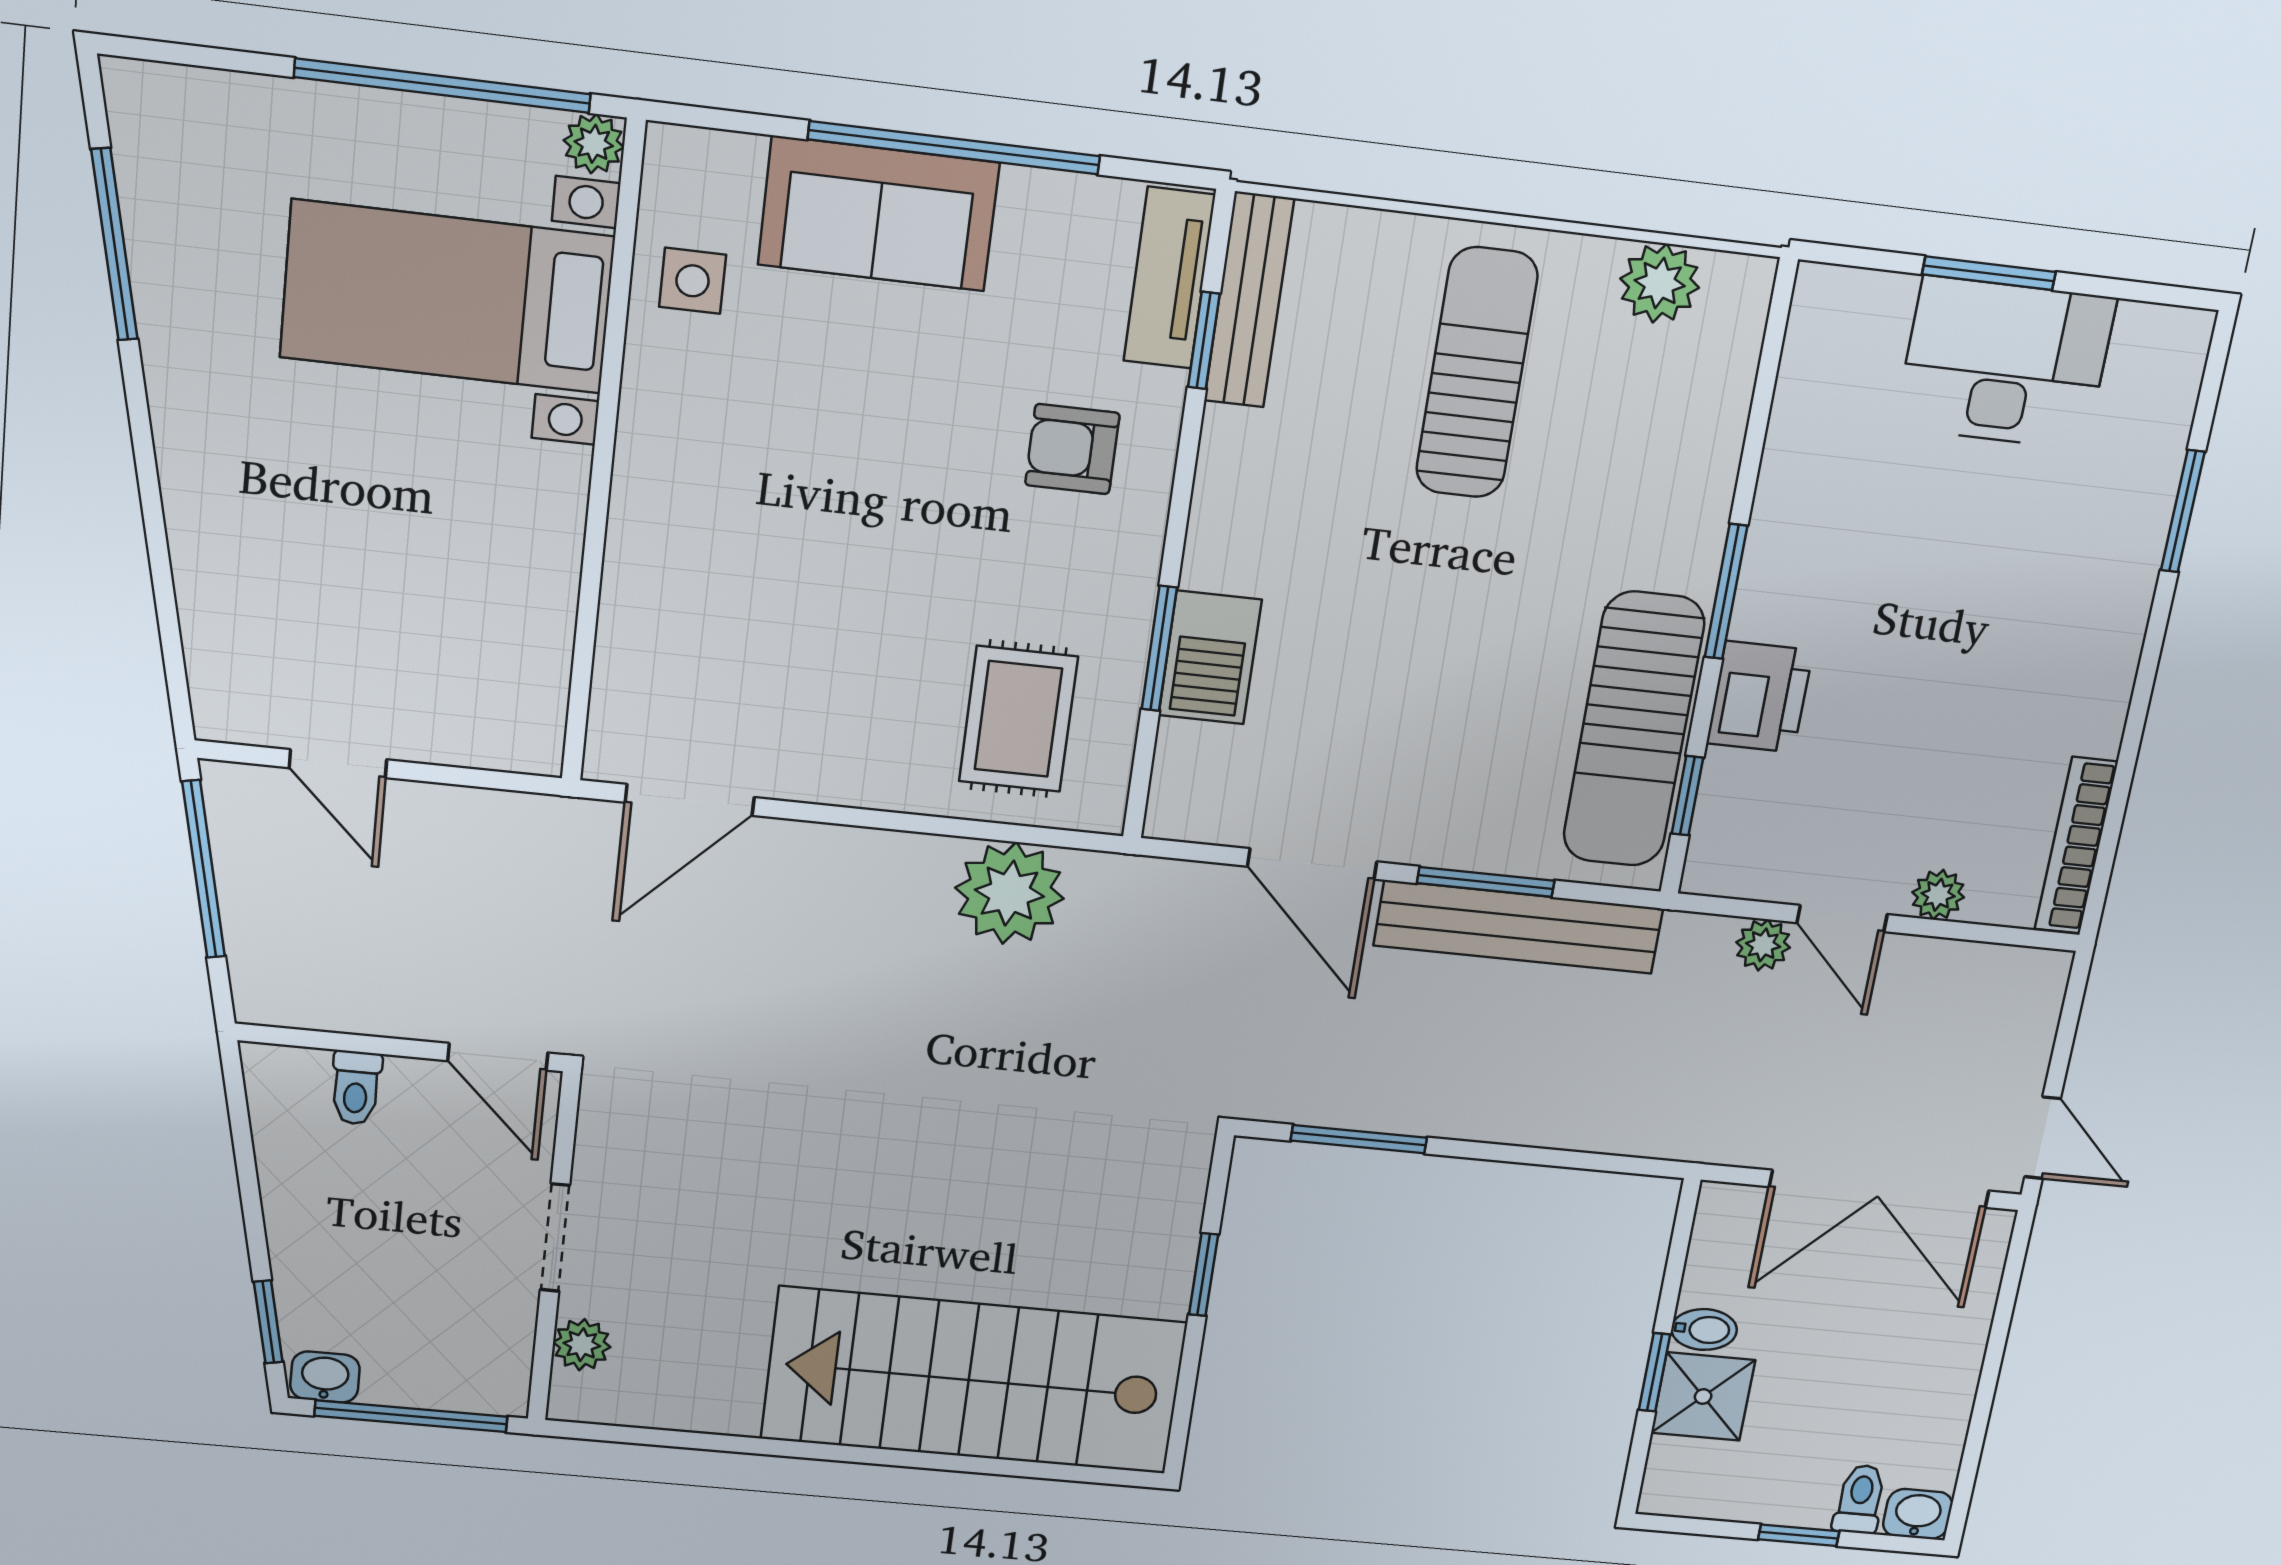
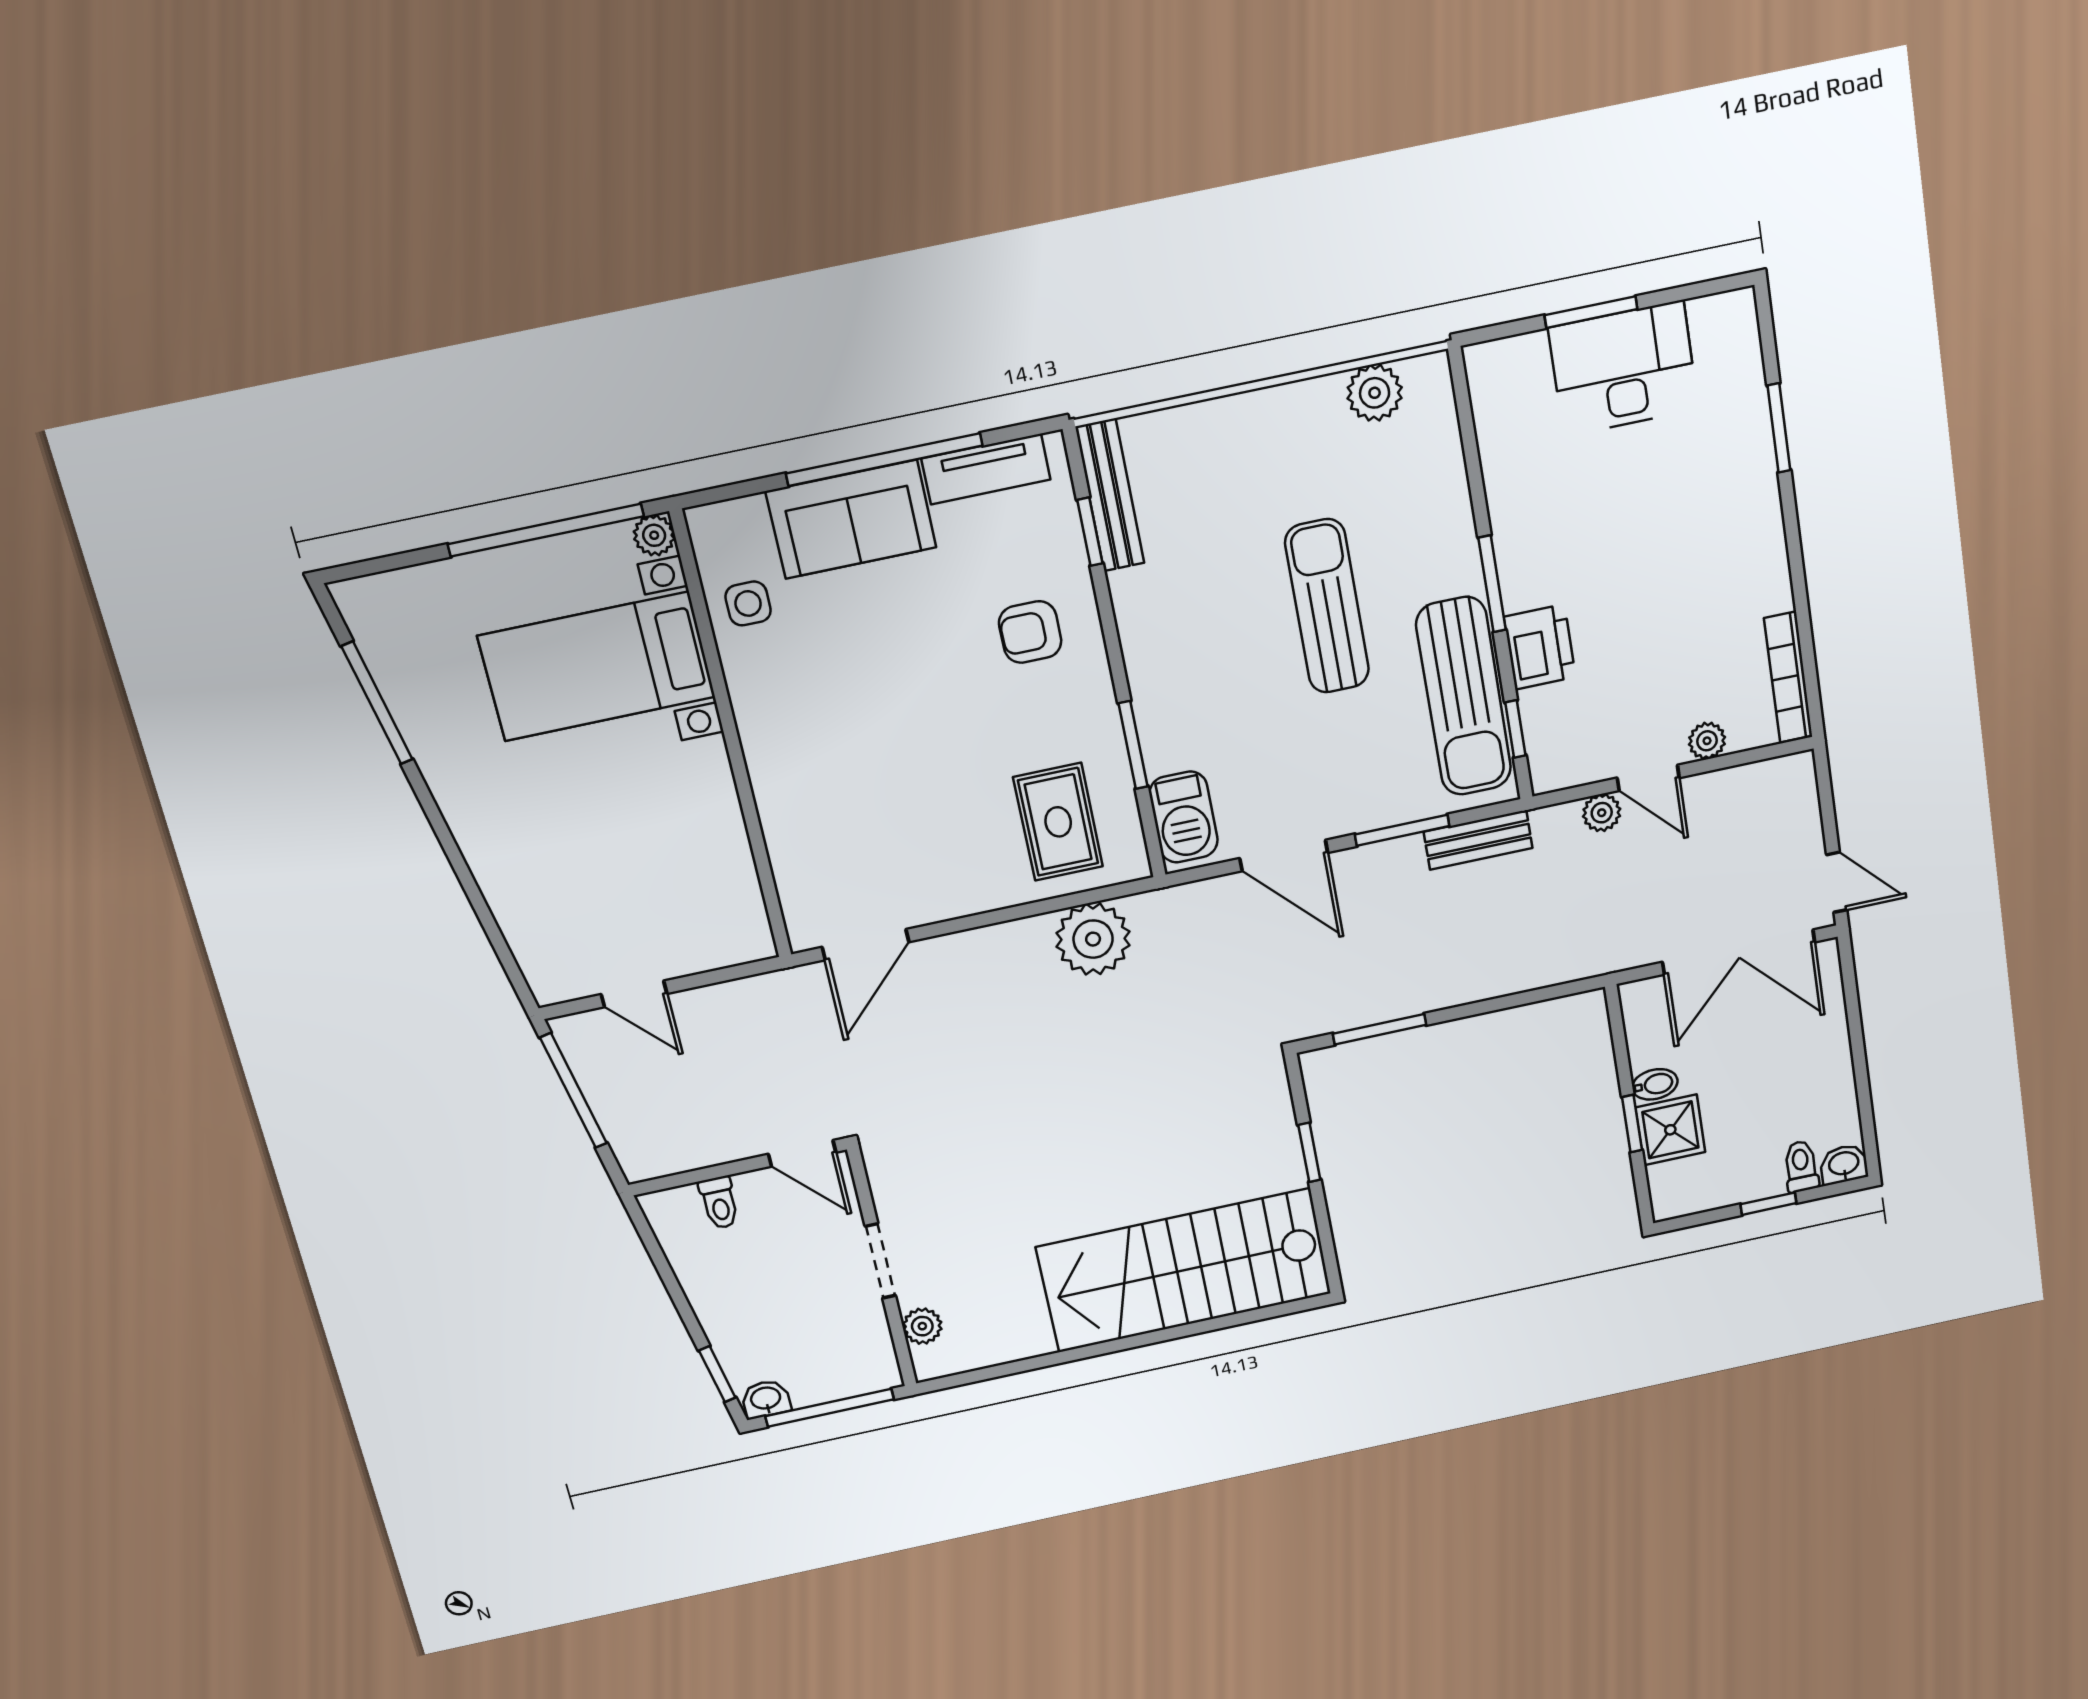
tv unit: (1169, 278) -> (986, 469), moved, turned -90
sun lounger: (1477, 373) -> (1327, 606), moved
barbecue: (1210, 657) -> (1183, 817), moved
bench: (1518, 927) -> (1478, 840), width x0.54, depth x0.82

